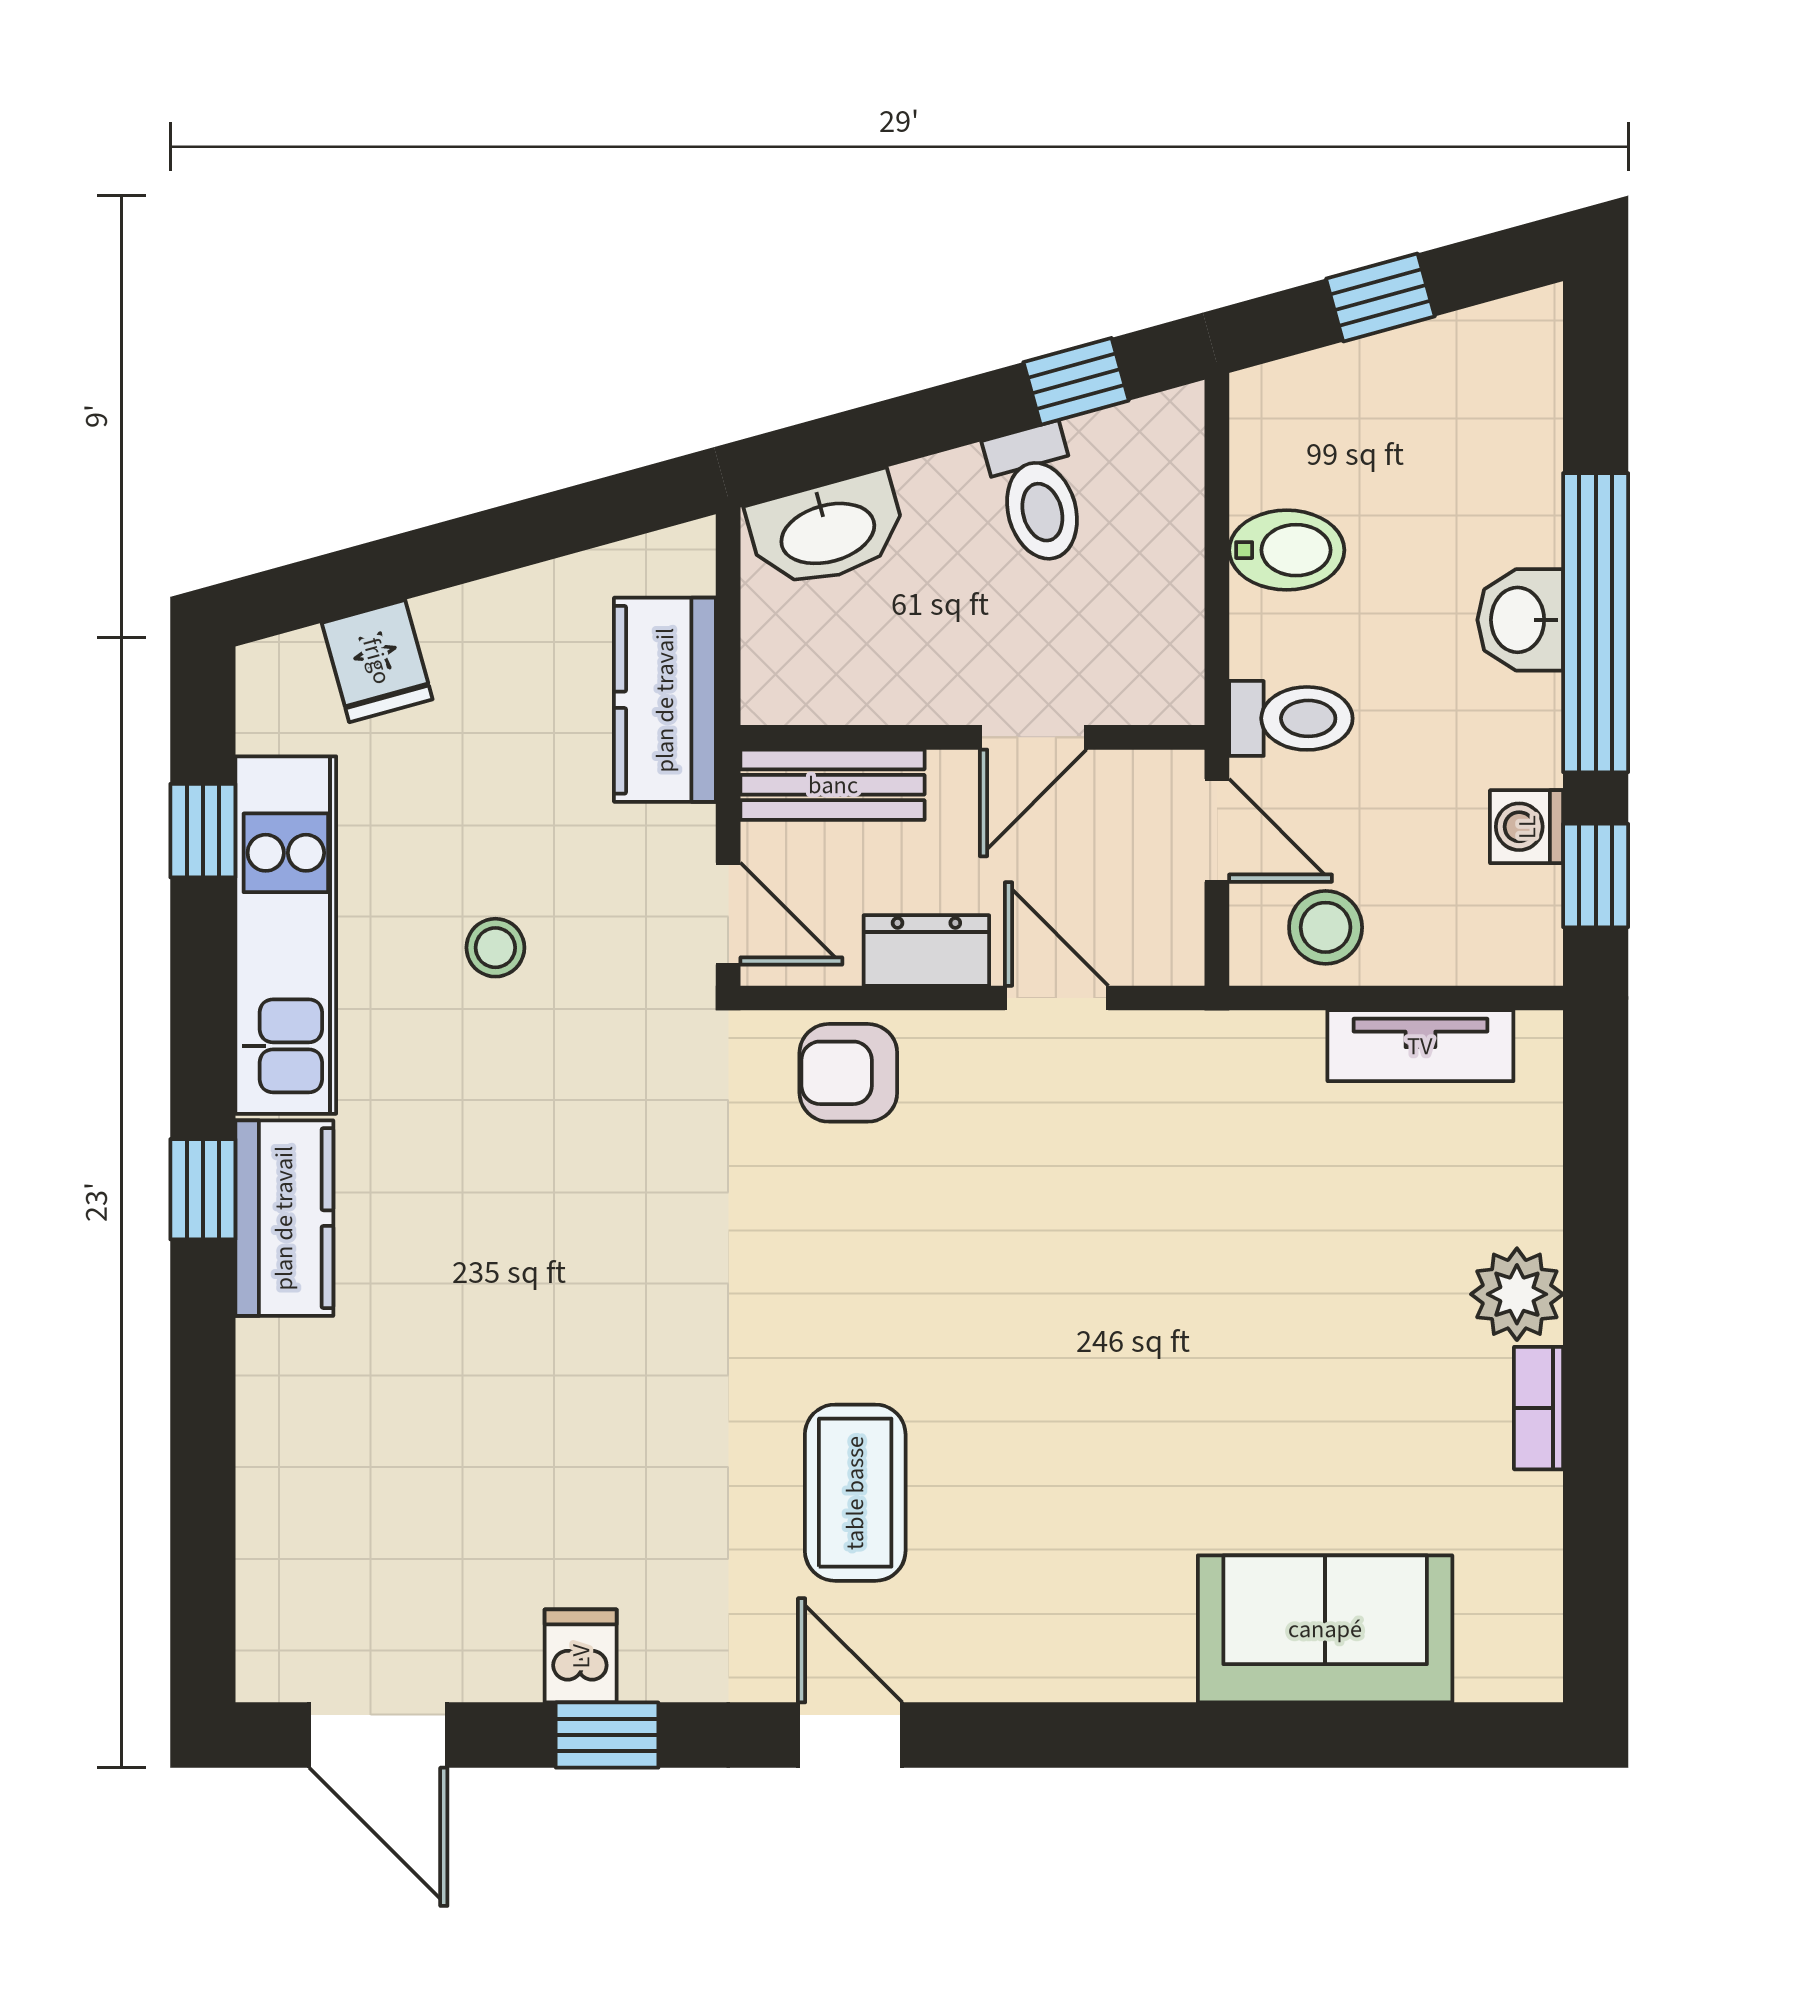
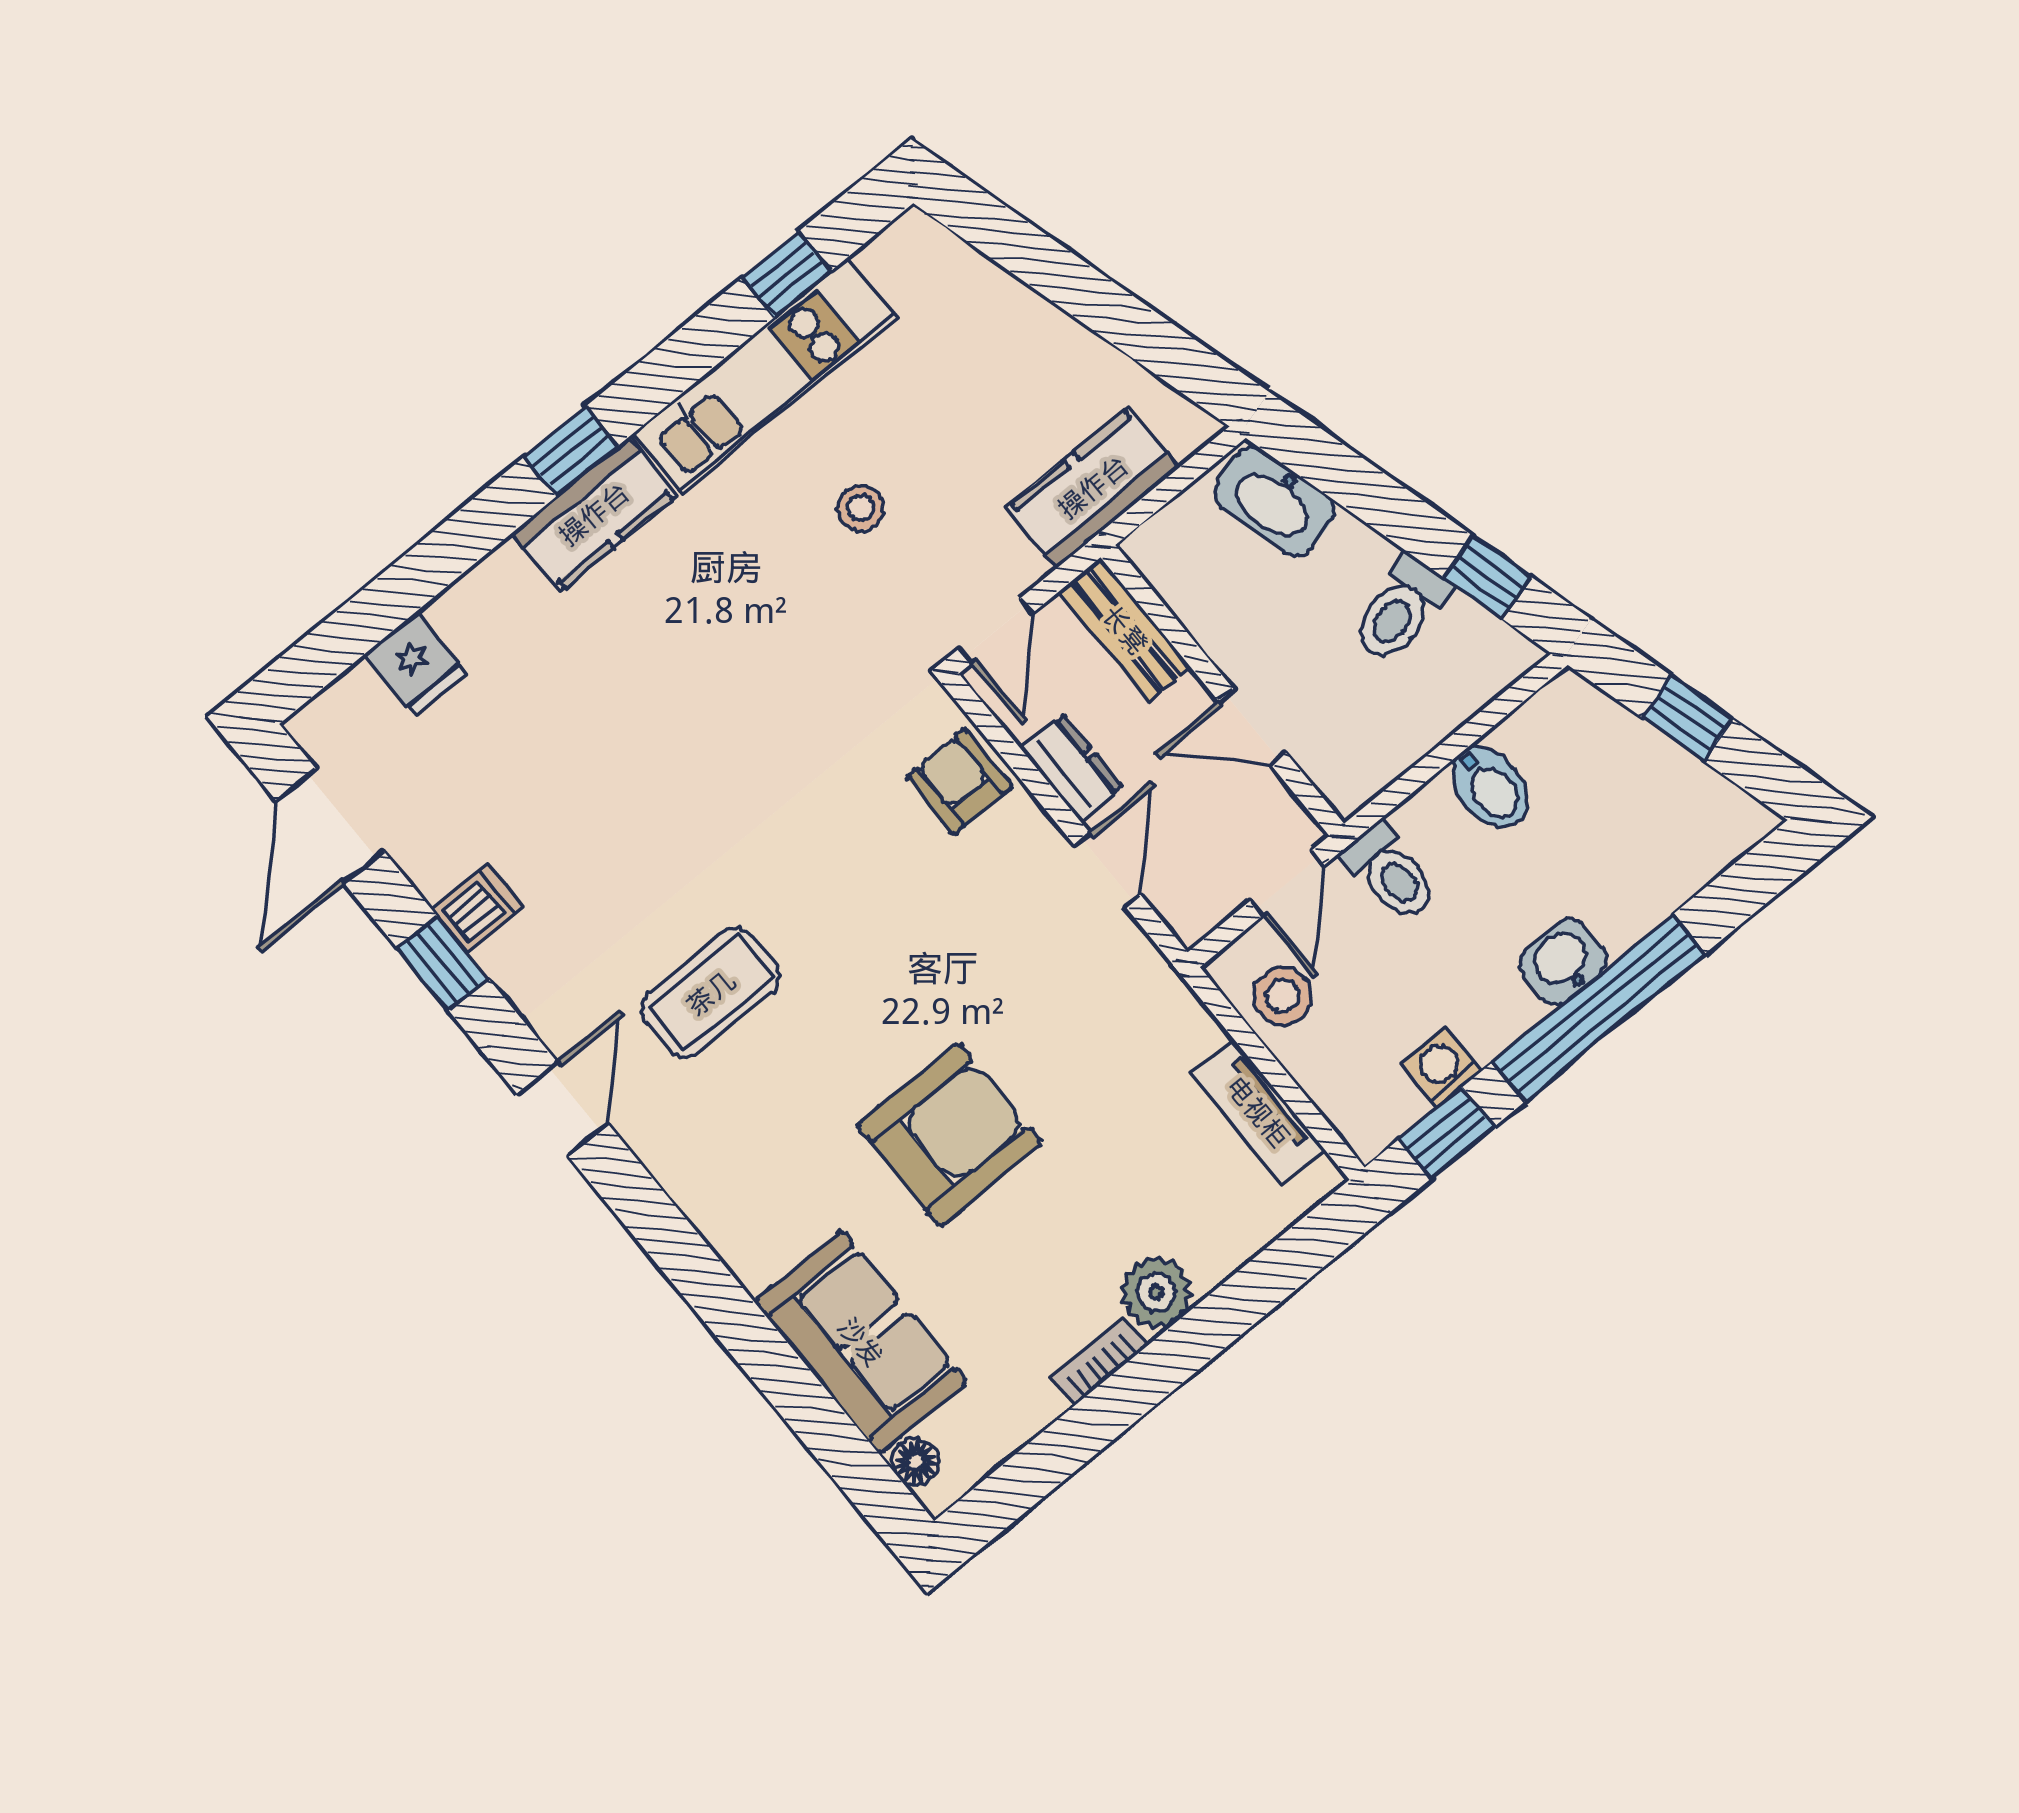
fridge: (377, 661) -> (416, 664), moved, turned -75
armchair: (1191, 1371) -> (949, 1134), added
floor lamp: (1489, 1673) -> (915, 1462), added

